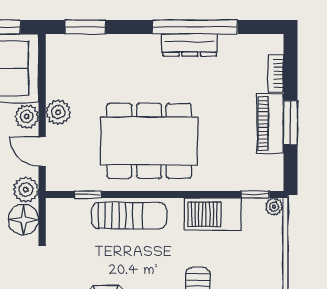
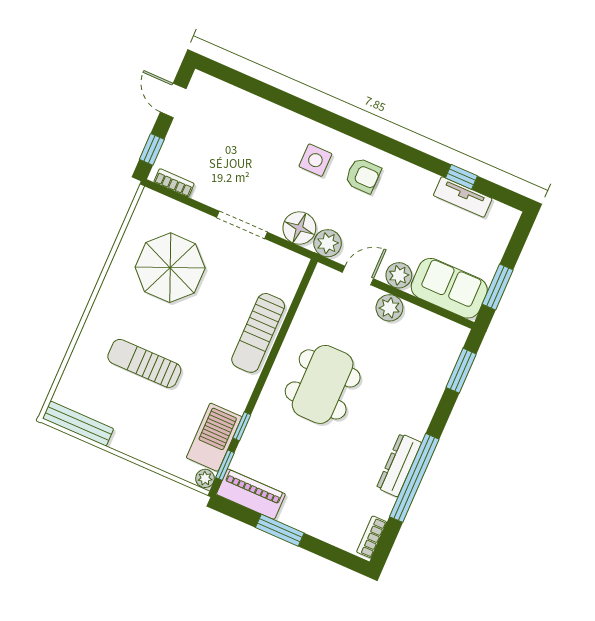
bookcase: (276, 73) -> (372, 537), moved, turned -90
piano: (270, 123) -> (251, 494), moved
dining table: (149, 141) -> (323, 384), width x0.73, depth x0.80
window: (88, 194) -> (242, 426), moved
barbecue: (213, 214) -> (214, 437), moved

